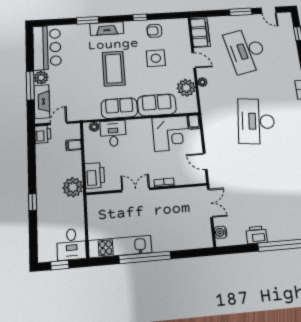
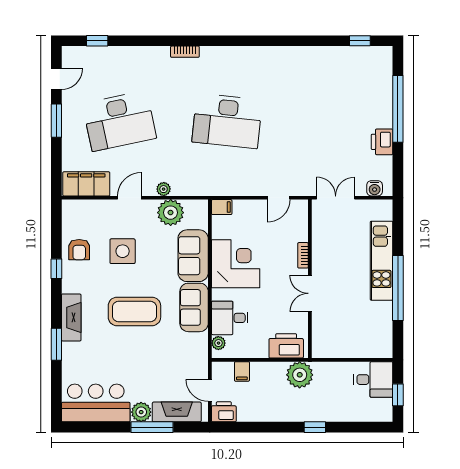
corner desk: (171, 133) -> (236, 264), moved
kitchen unit: (120, 247) -> (381, 261), moved

